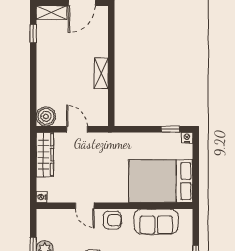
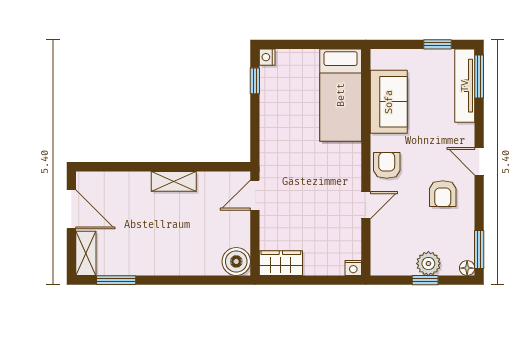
window: (33, 34) -> (116, 280), width x1.50
door: (77, 129) -> (255, 195), moved
wardrobe: (45, 155) -> (281, 263), width x0.67
bed: (161, 181) -> (341, 95), width x0.67

